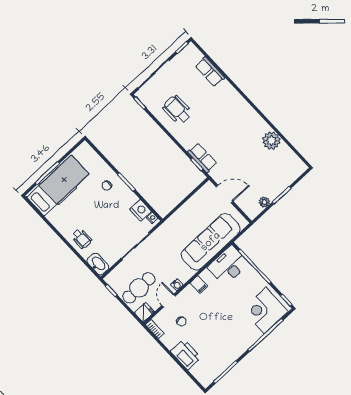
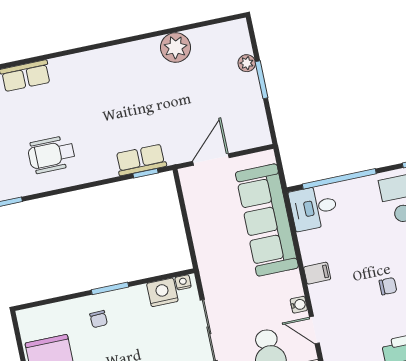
plant: (264, 202) -> (247, 63), moved
desk: (228, 265) -> (314, 208), width x0.73
chair: (181, 321) -> (388, 286), moved

